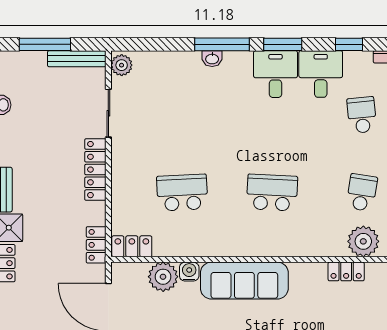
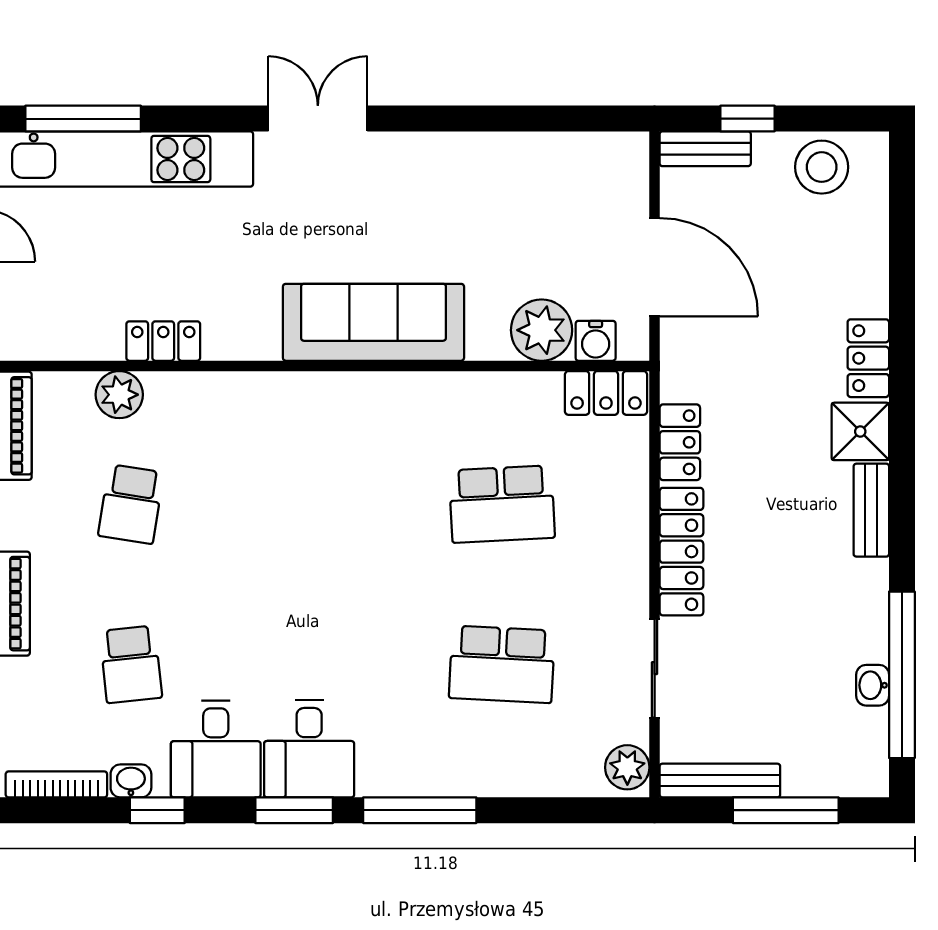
washbasin: (212, 59) -> (131, 781), moved
school desk: (272, 193) -> (502, 664), moved
plant: (363, 241) -> (119, 395), width x0.73, depth x0.73
locker: (96, 245) -> (680, 442), moved
water cooler: (189, 272) -> (596, 341), moved

